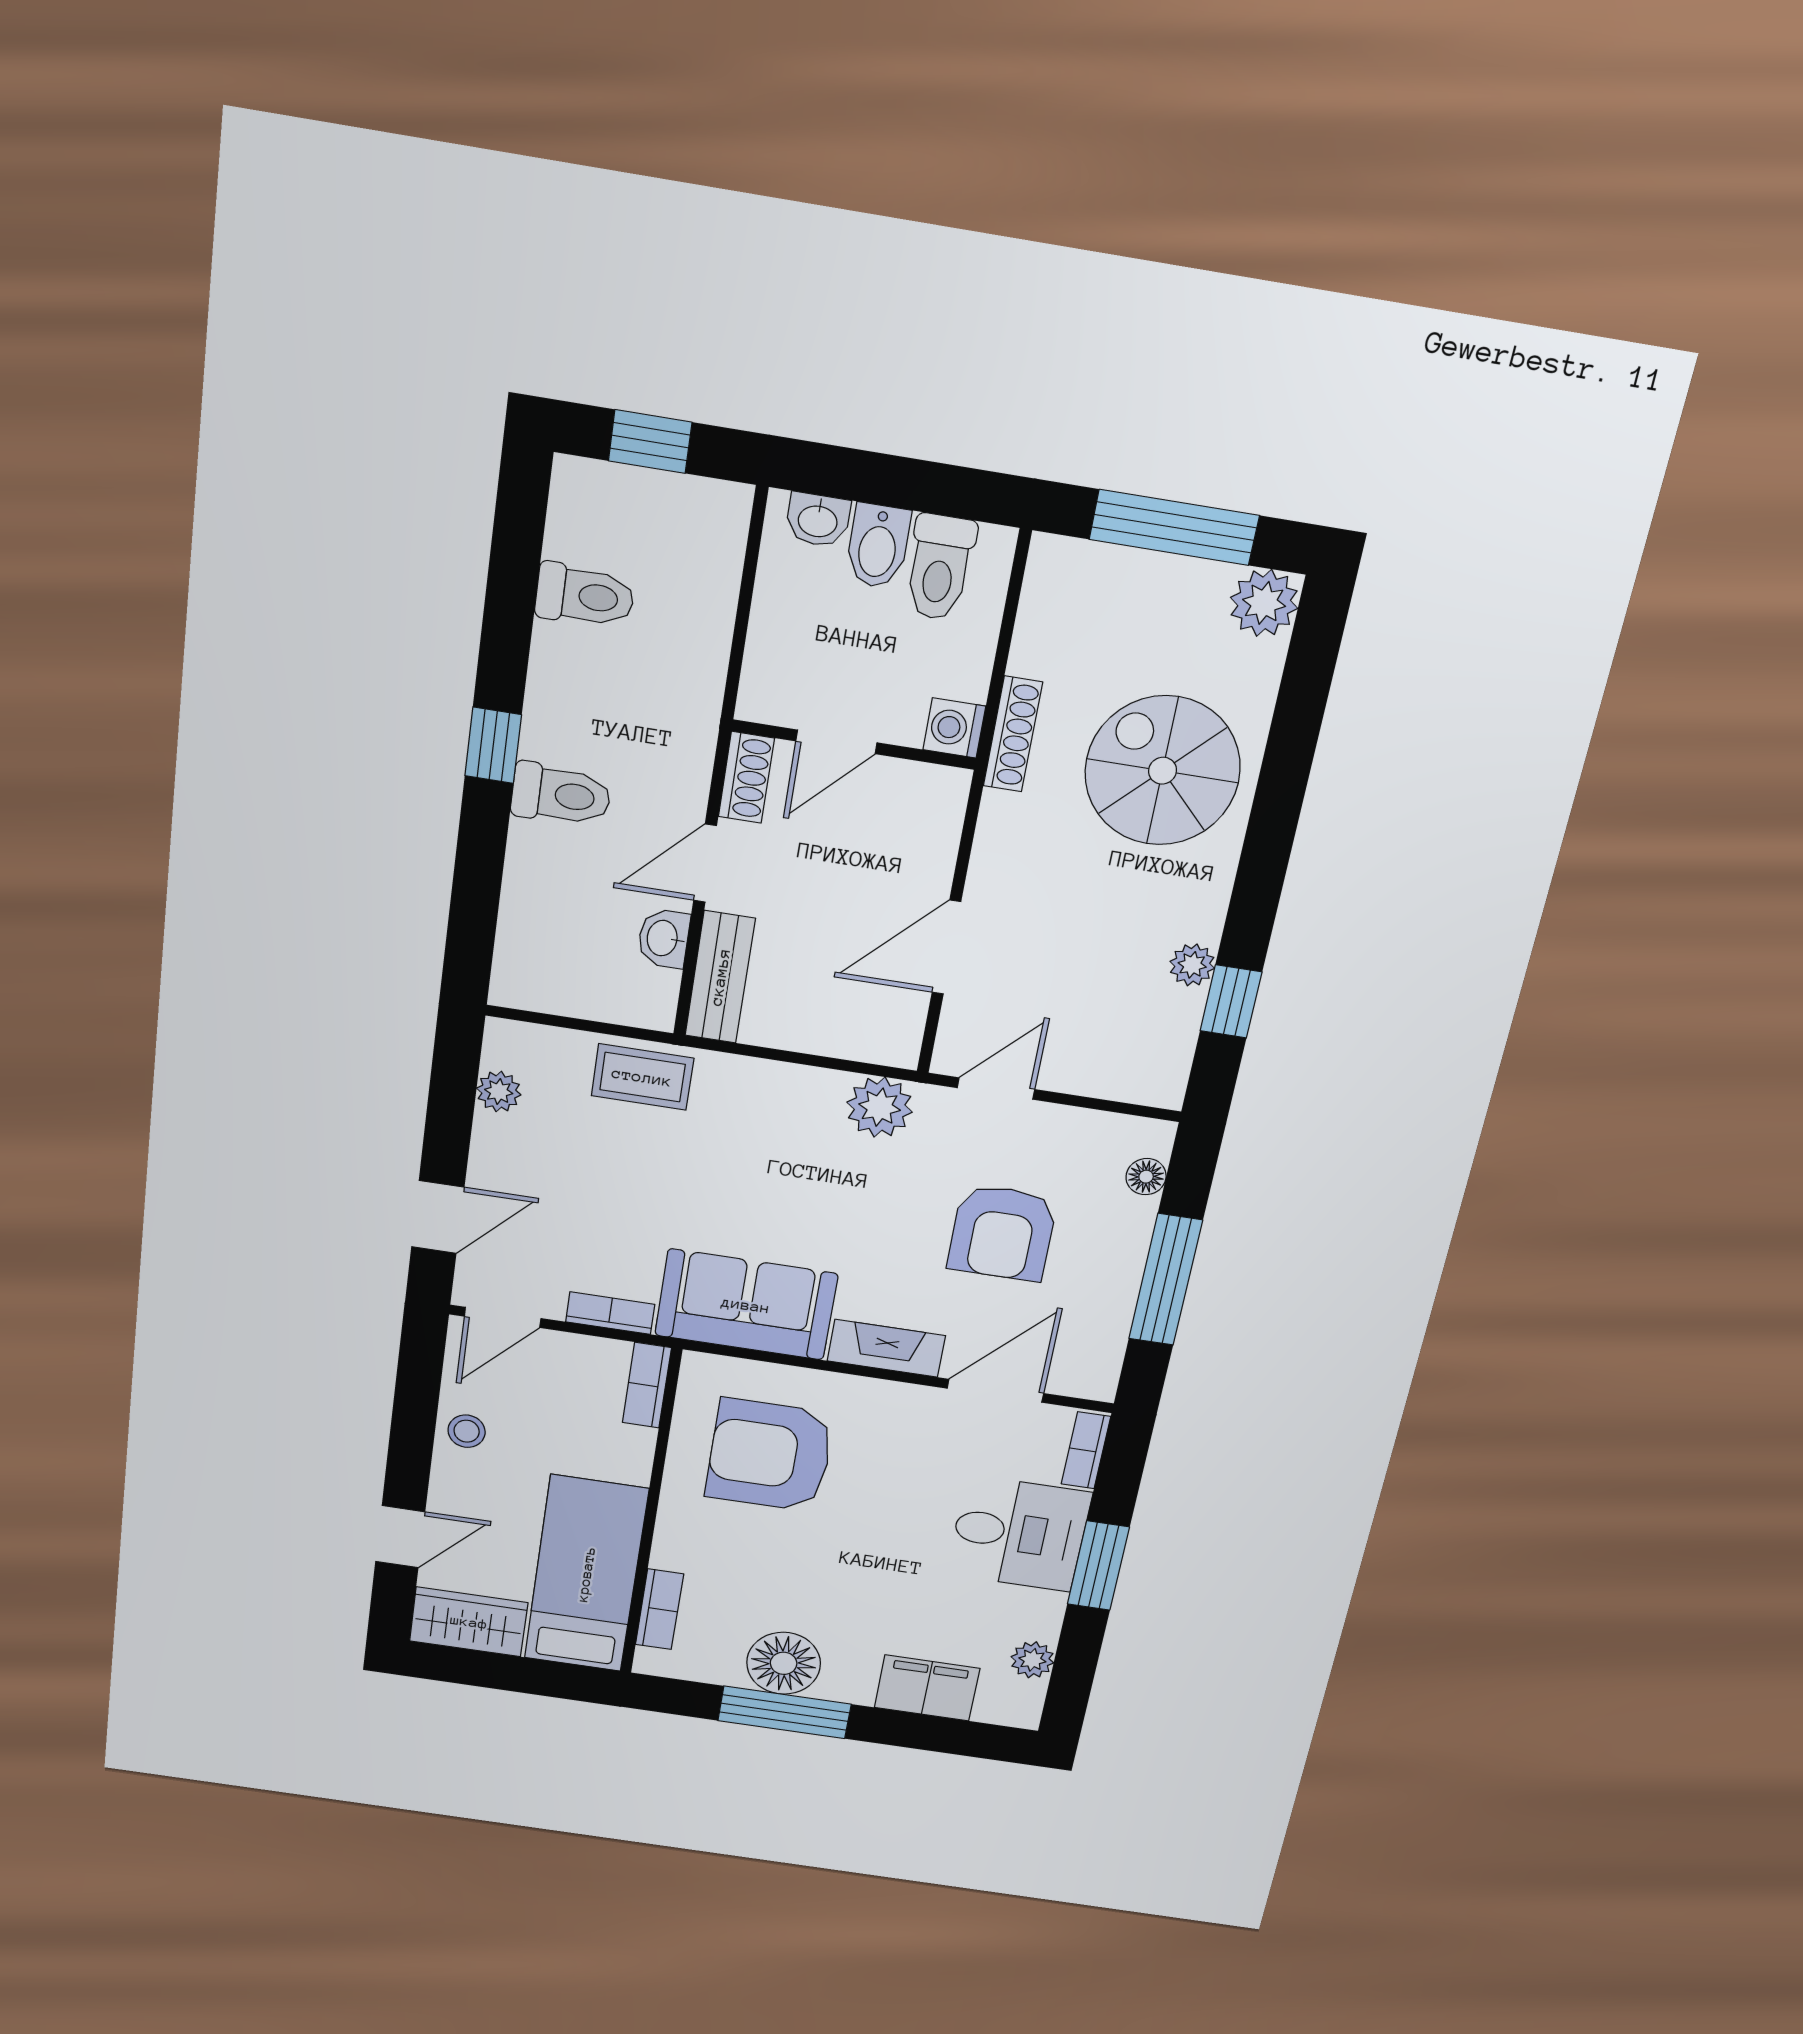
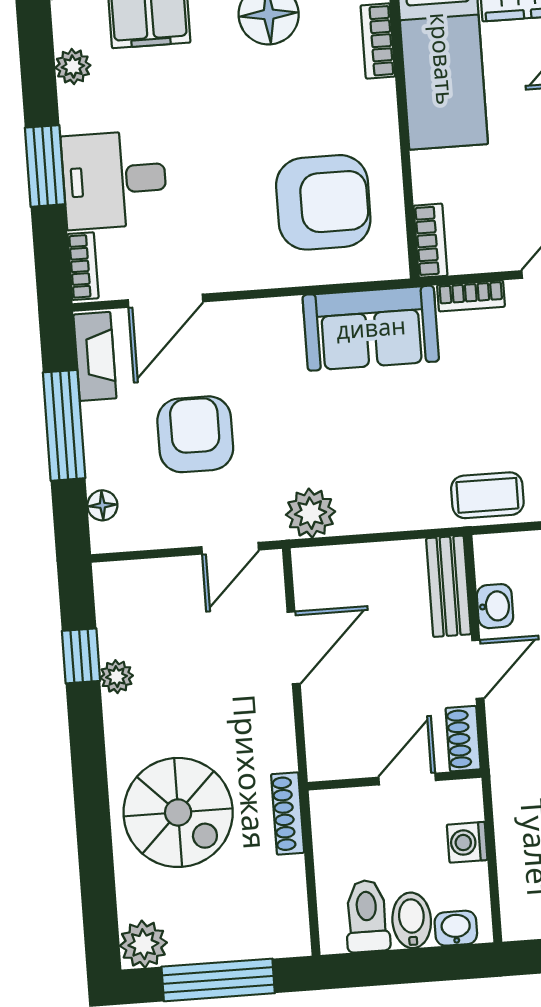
washing machine: (954, 728) -> (467, 842), moved, turned 180
fireplace: (886, 1348) -> (95, 356), moved, turned -90

